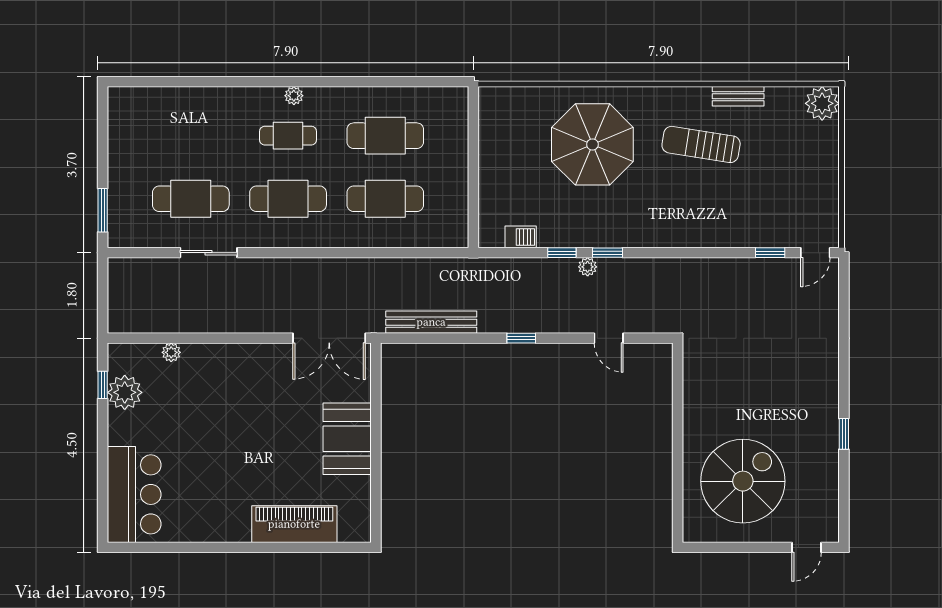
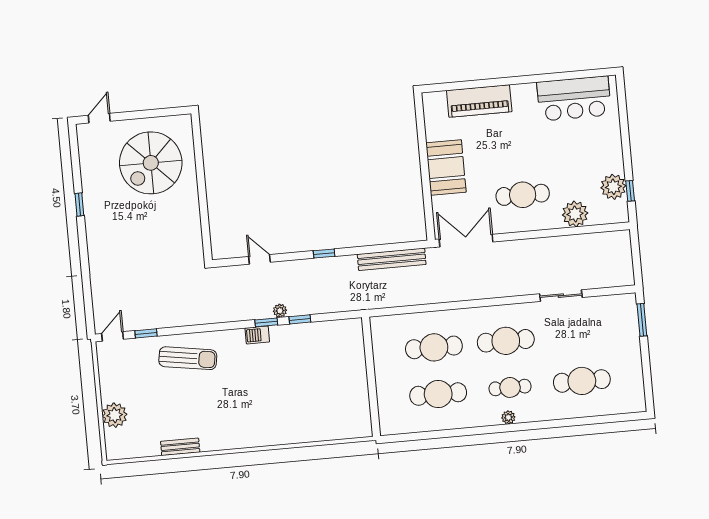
plant: (822, 103) -> (115, 415), moved
parasol: (592, 144) -> (284, 401), removed
sun lounger: (701, 144) -> (188, 358), moved
cafe table: (191, 199) -> (582, 381), moved
barbecue: (521, 237) -> (257, 335), moved
plant: (171, 352) -> (575, 214), width x1.87, depth x1.87
cafe table: (248, 393) -> (523, 195), added
bar counter: (134, 494) -> (574, 98), moved, turned -90

